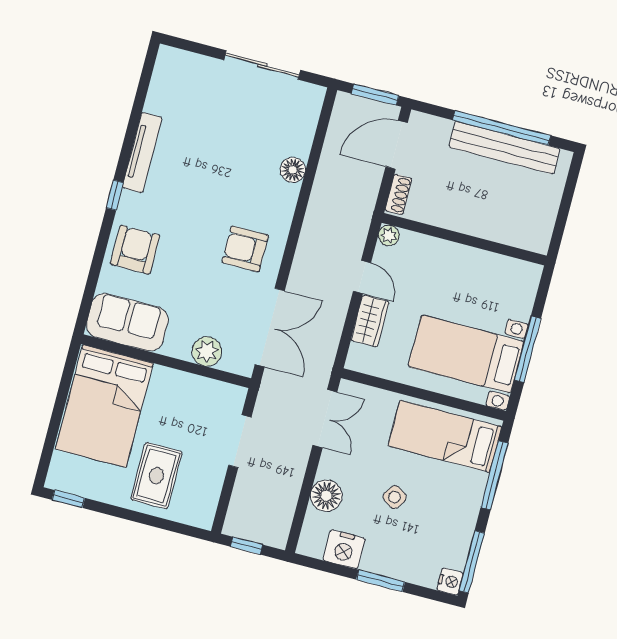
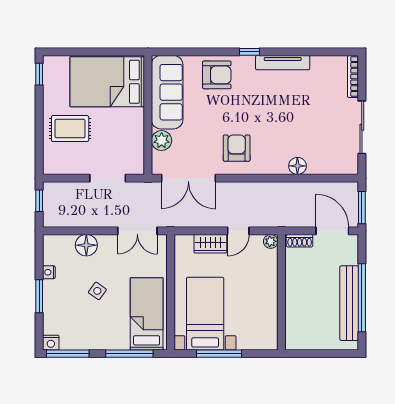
bookcase: (188, 59) -> (353, 76), added
sofa: (127, 322) -> (167, 92), width x1.36
nightstand: (344, 549) -> (49, 272), width x0.53, depth x0.56

